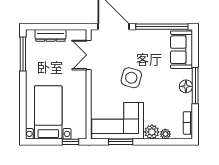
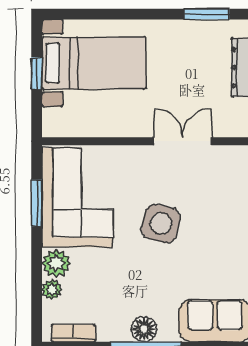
window: (23, 54) -> (207, 14), width x0.69
double door: (89, 55) -> (183, 141), moved
window: (71, 142) -> (37, 73), moved

